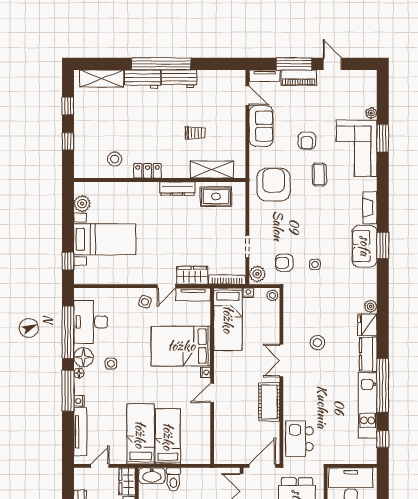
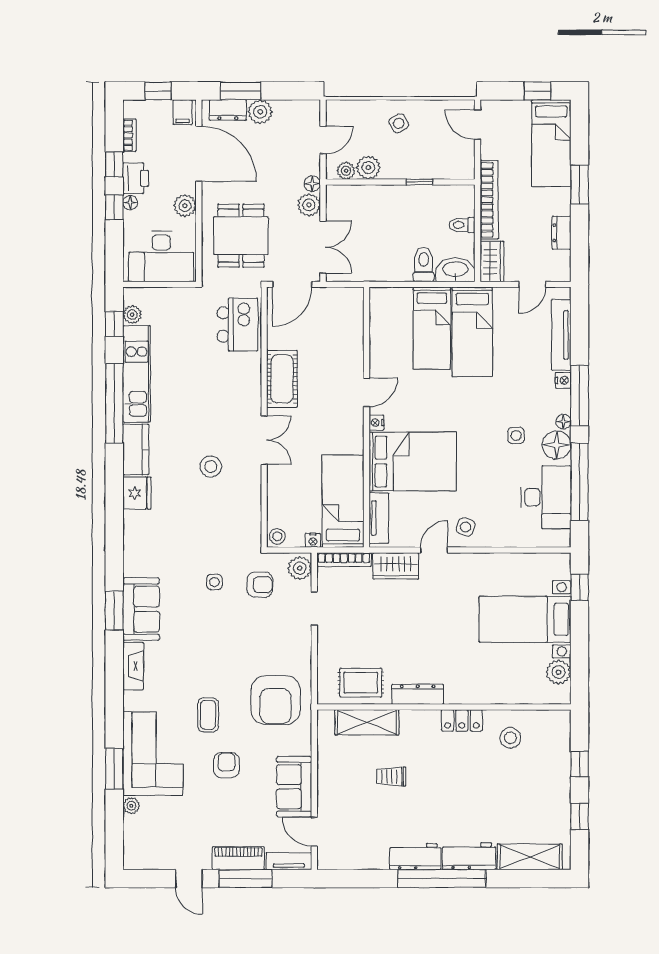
tv unit: (193, 294) -> (379, 518), moved, turned 90
plant: (371, 306) -> (132, 315), moved

